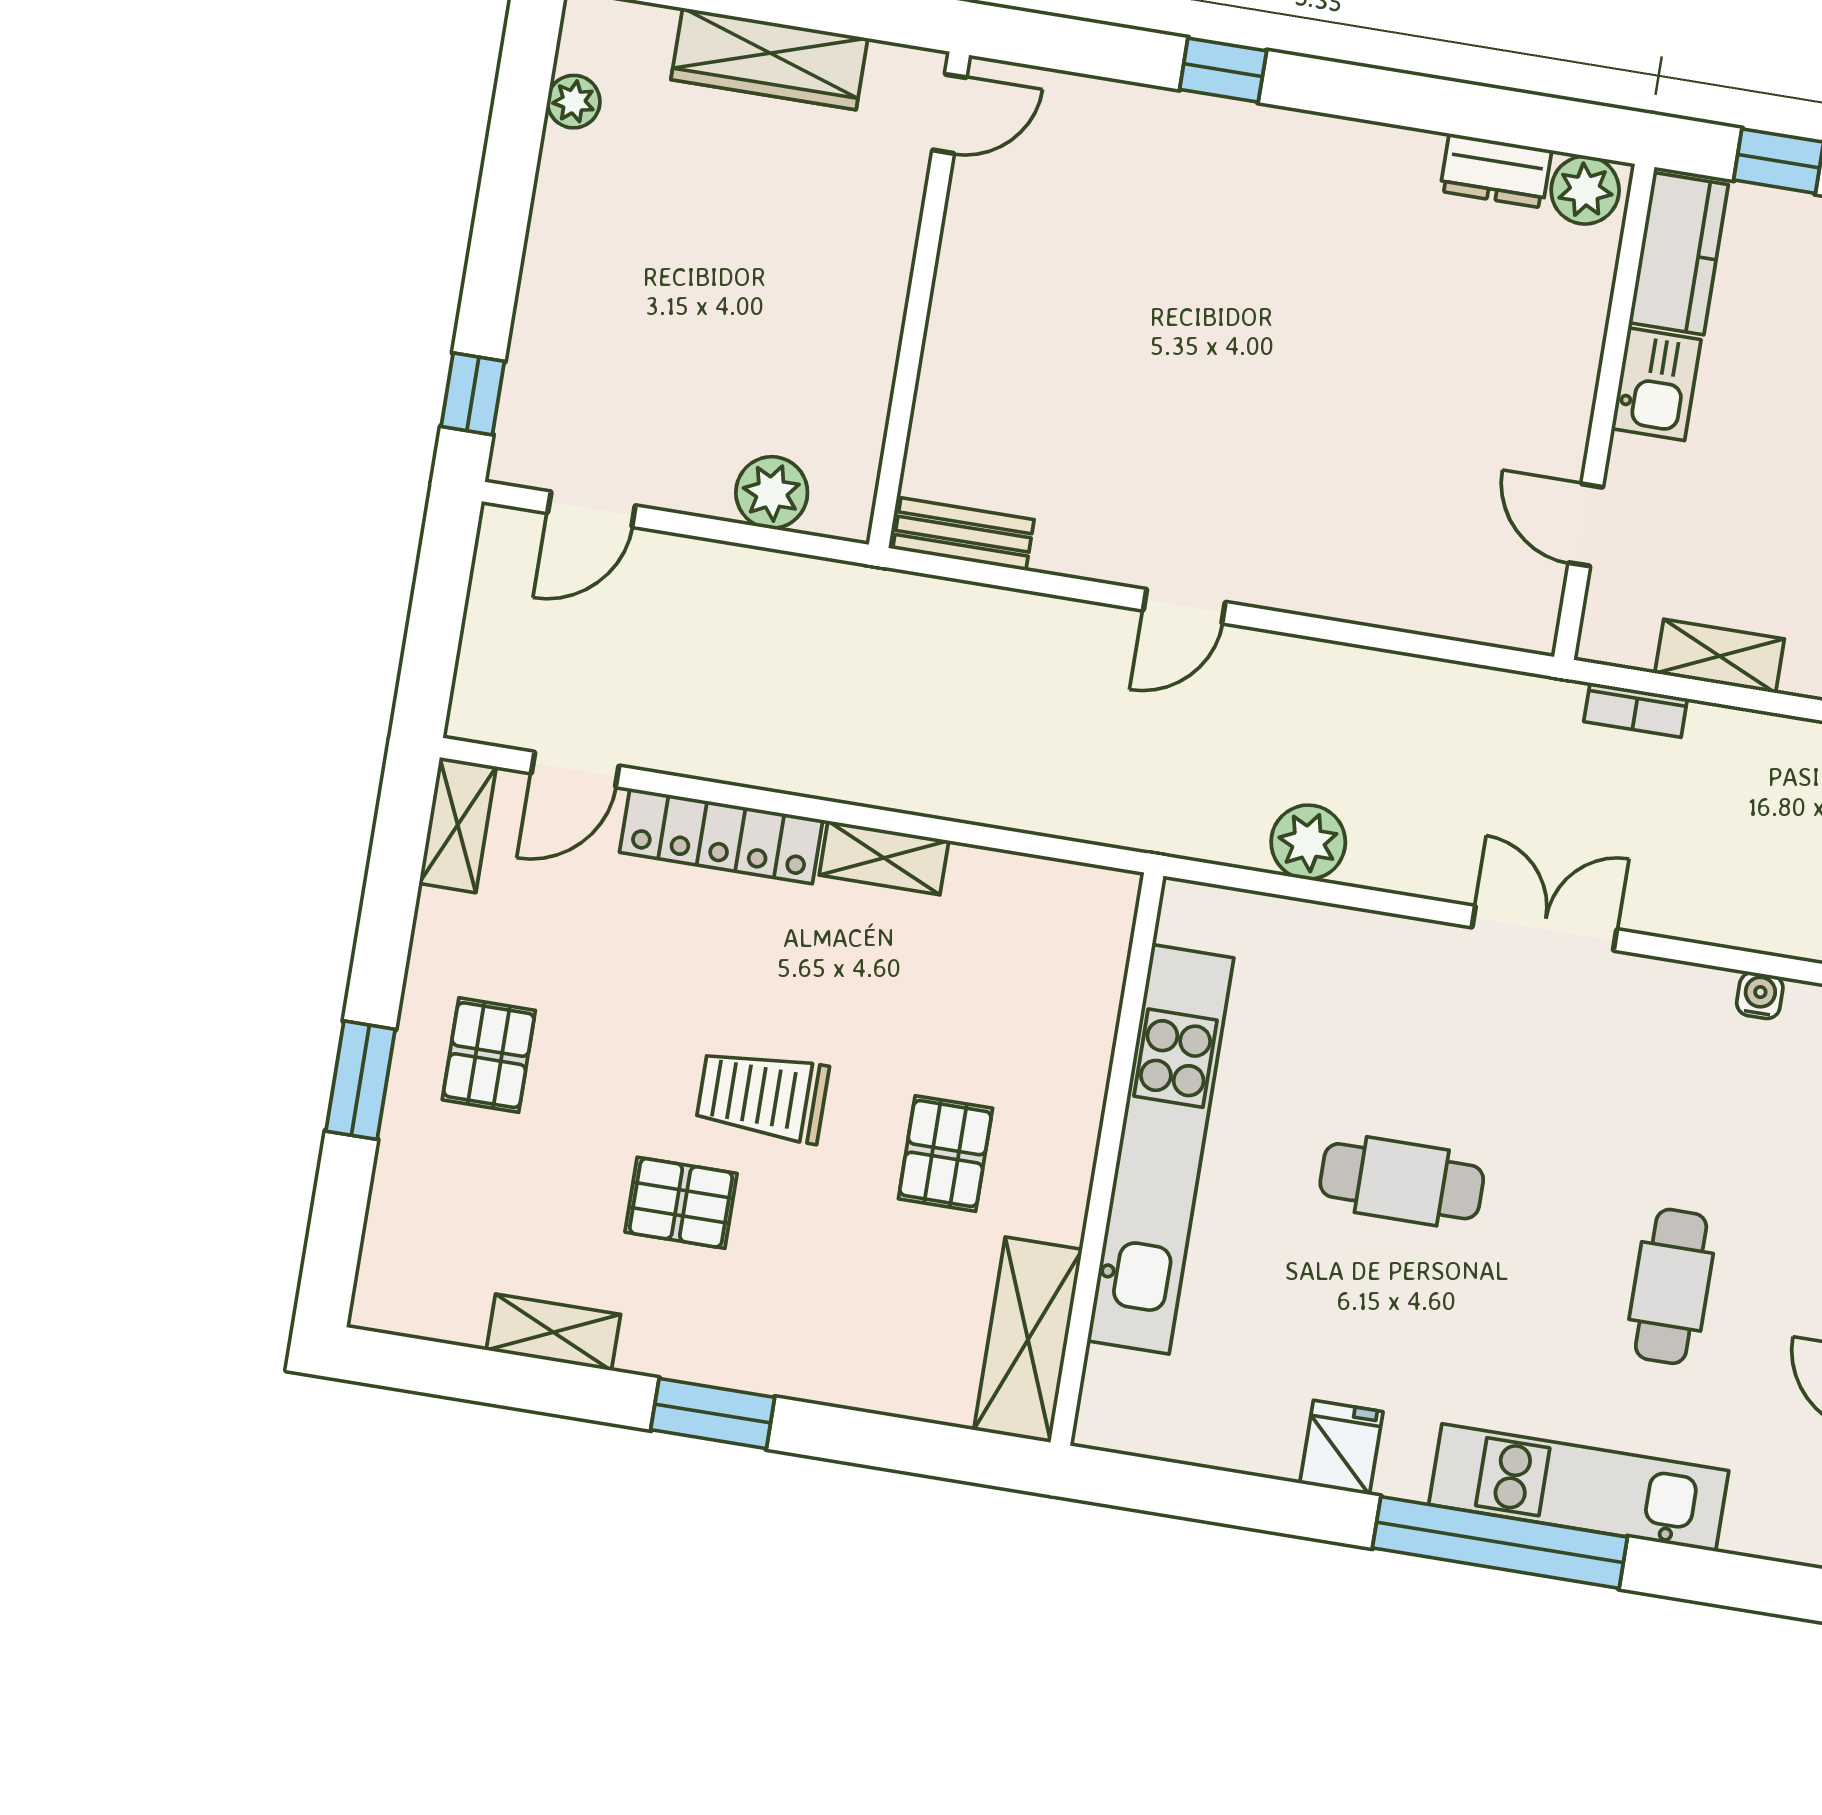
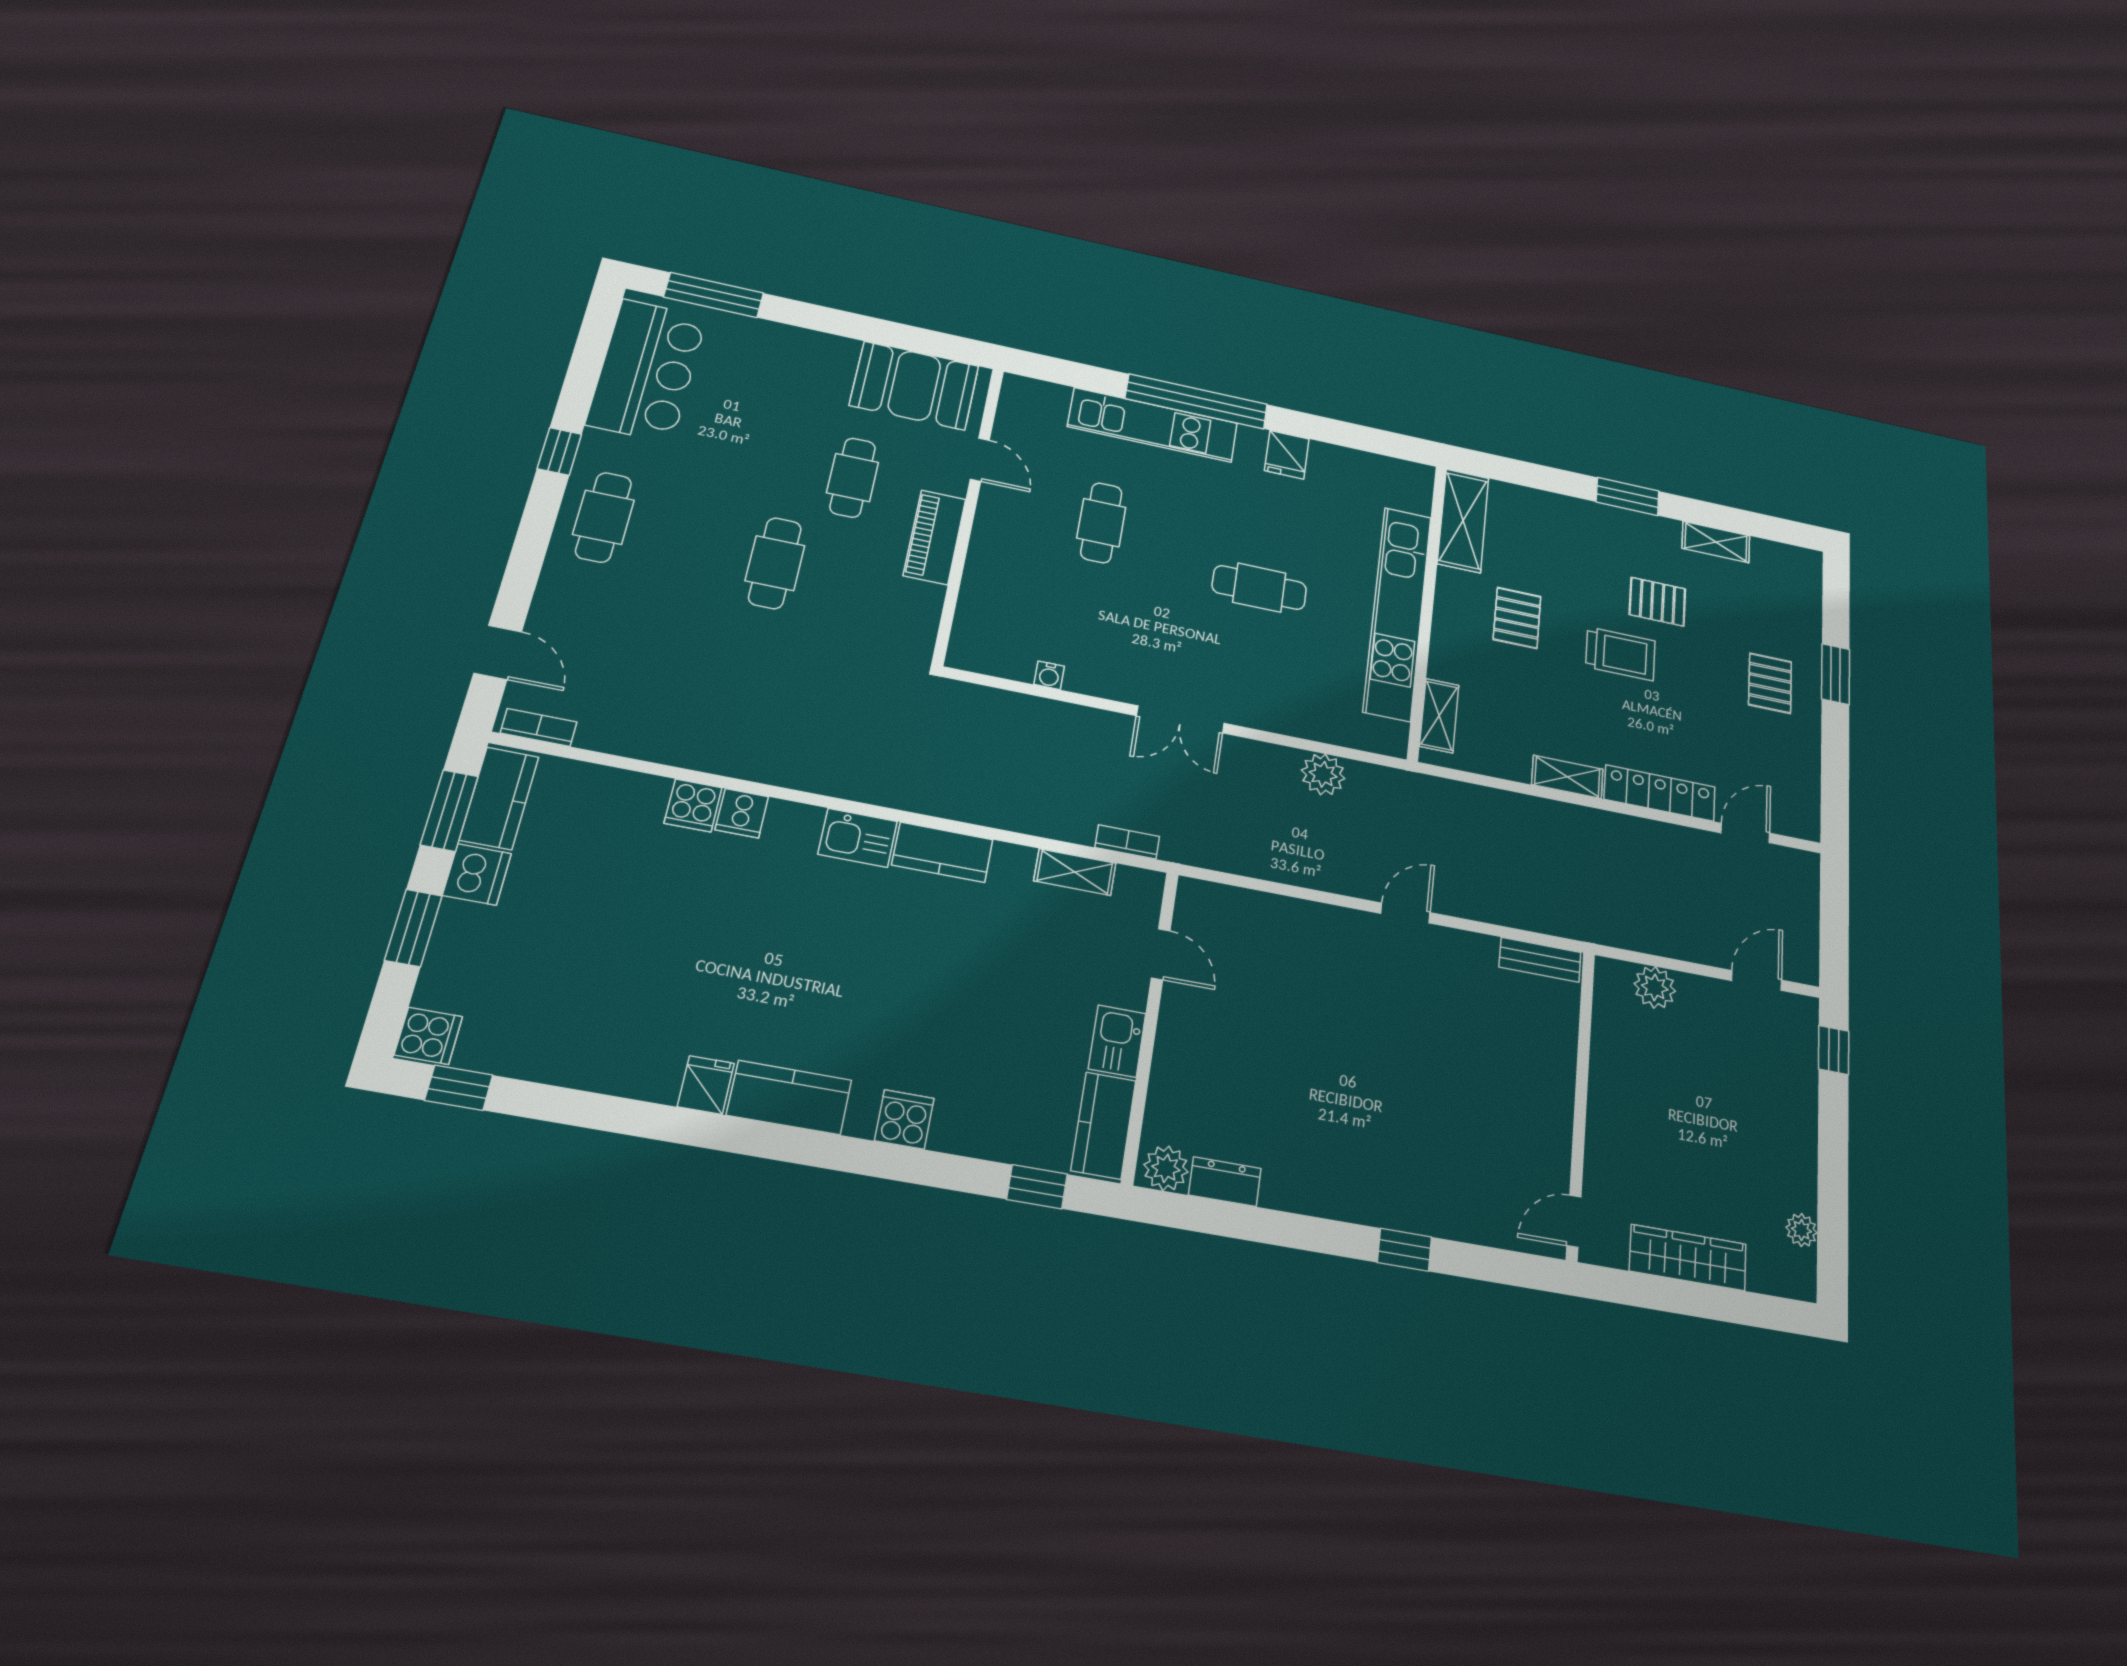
shelving: (458, 825) -> (1439, 716), moved

